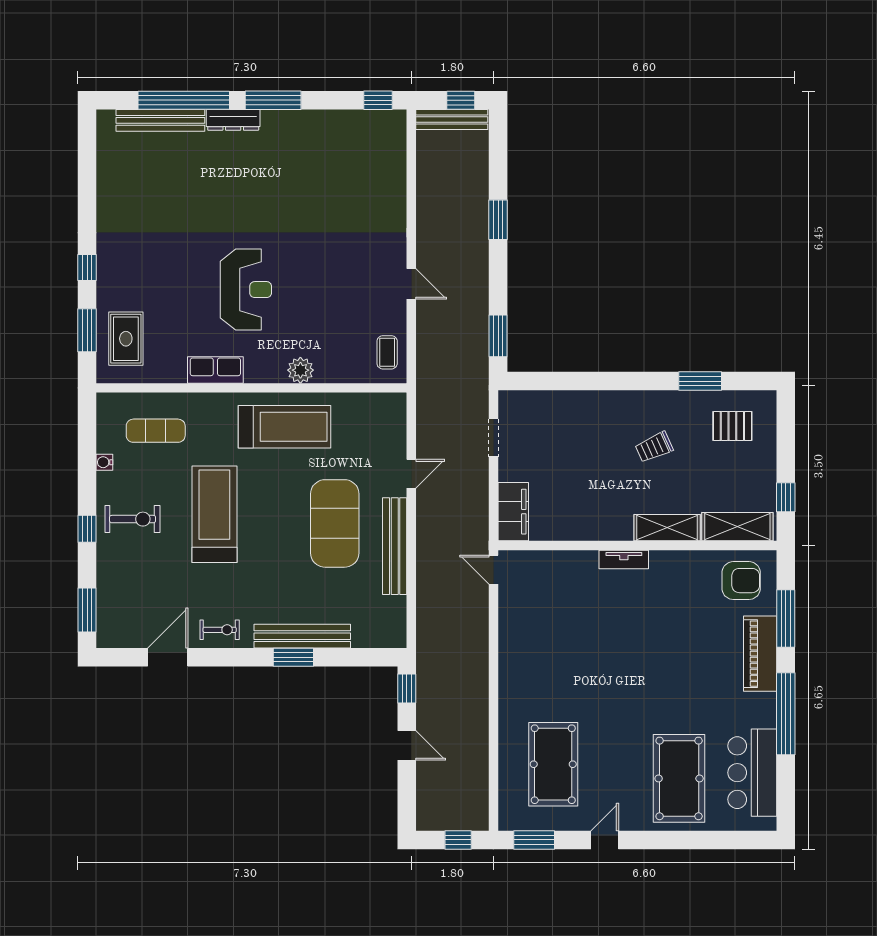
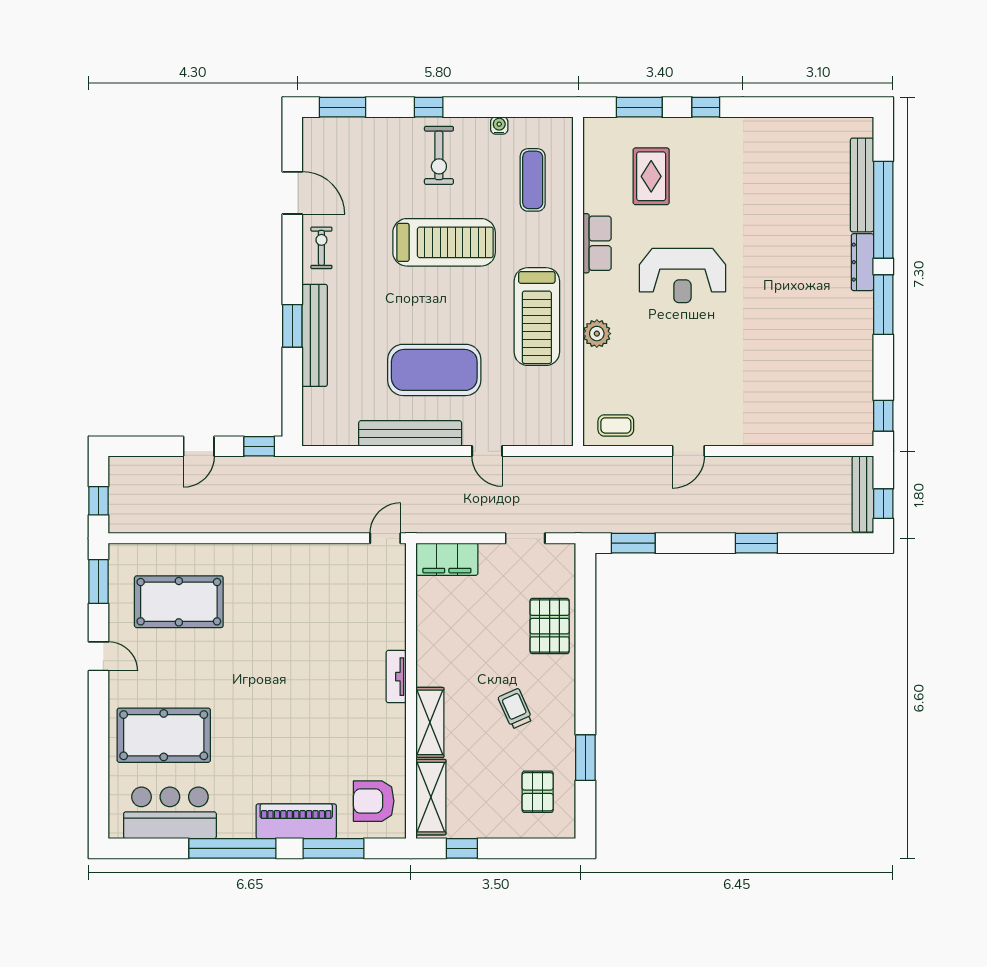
rug: (126, 339) -> (651, 176), moved, turned 90
pallet: (576, 415) -> (550, 626), added
armchair: (741, 581) -> (374, 801), turned 90
exercise bike: (220, 630) -> (321, 248), turned 180

